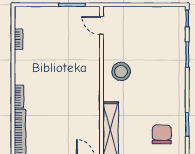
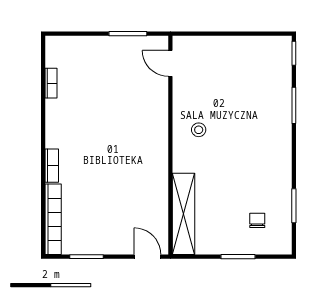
stool: (121, 72) -> (199, 130), width x0.53, depth x0.53
chair: (162, 134) -> (257, 220), width x0.54, depth x0.54

